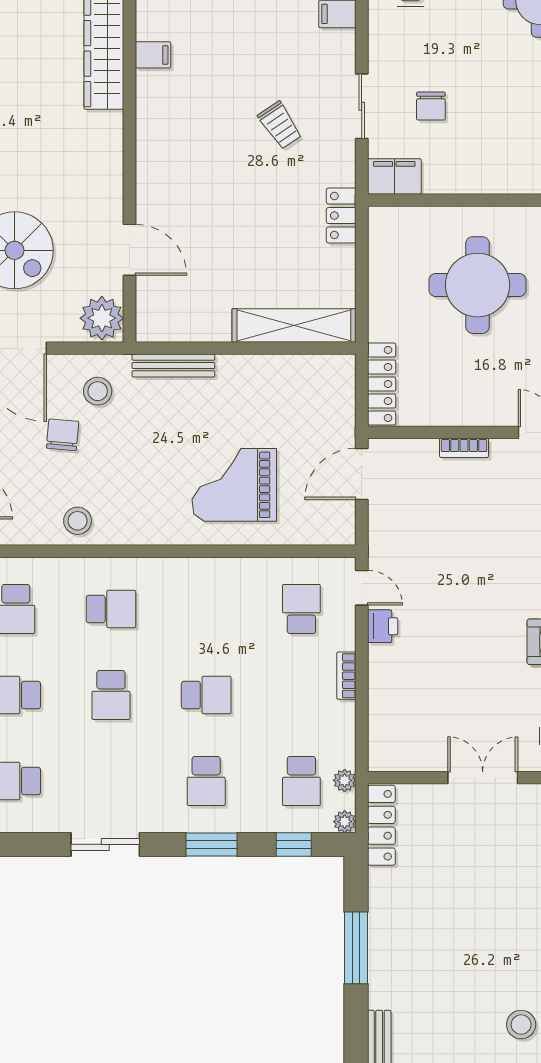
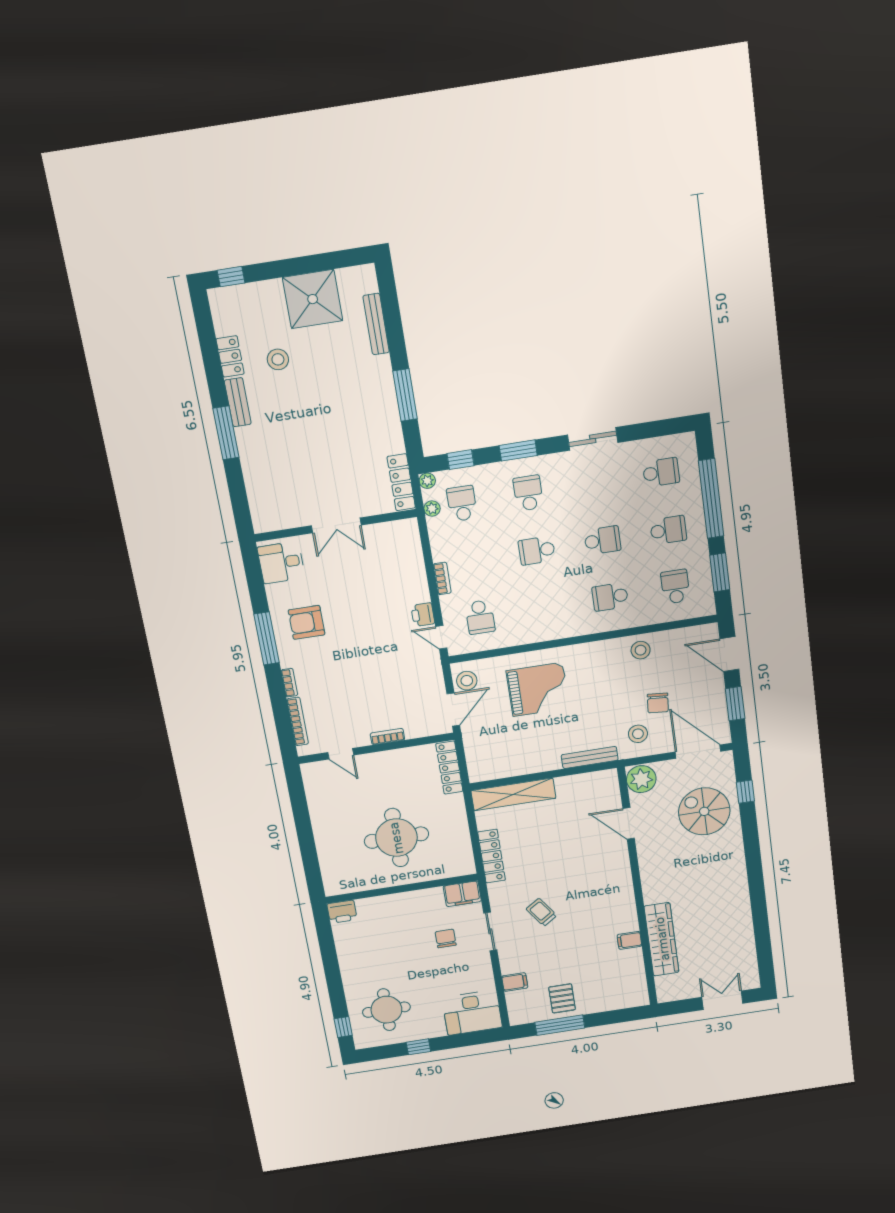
locker: (341, 216) -> (492, 856), width x1.53
stool: (335, 515) -> (467, 681), added
school desk: (111, 695) -> (602, 540), turned 90

